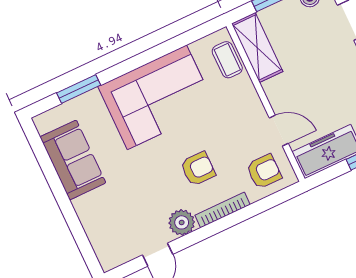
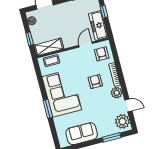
window: (79, 89) -> (48, 109), moved
window: (77, 230) -> (112, 137), added
plant: (118, 248) -> (122, 121), added

